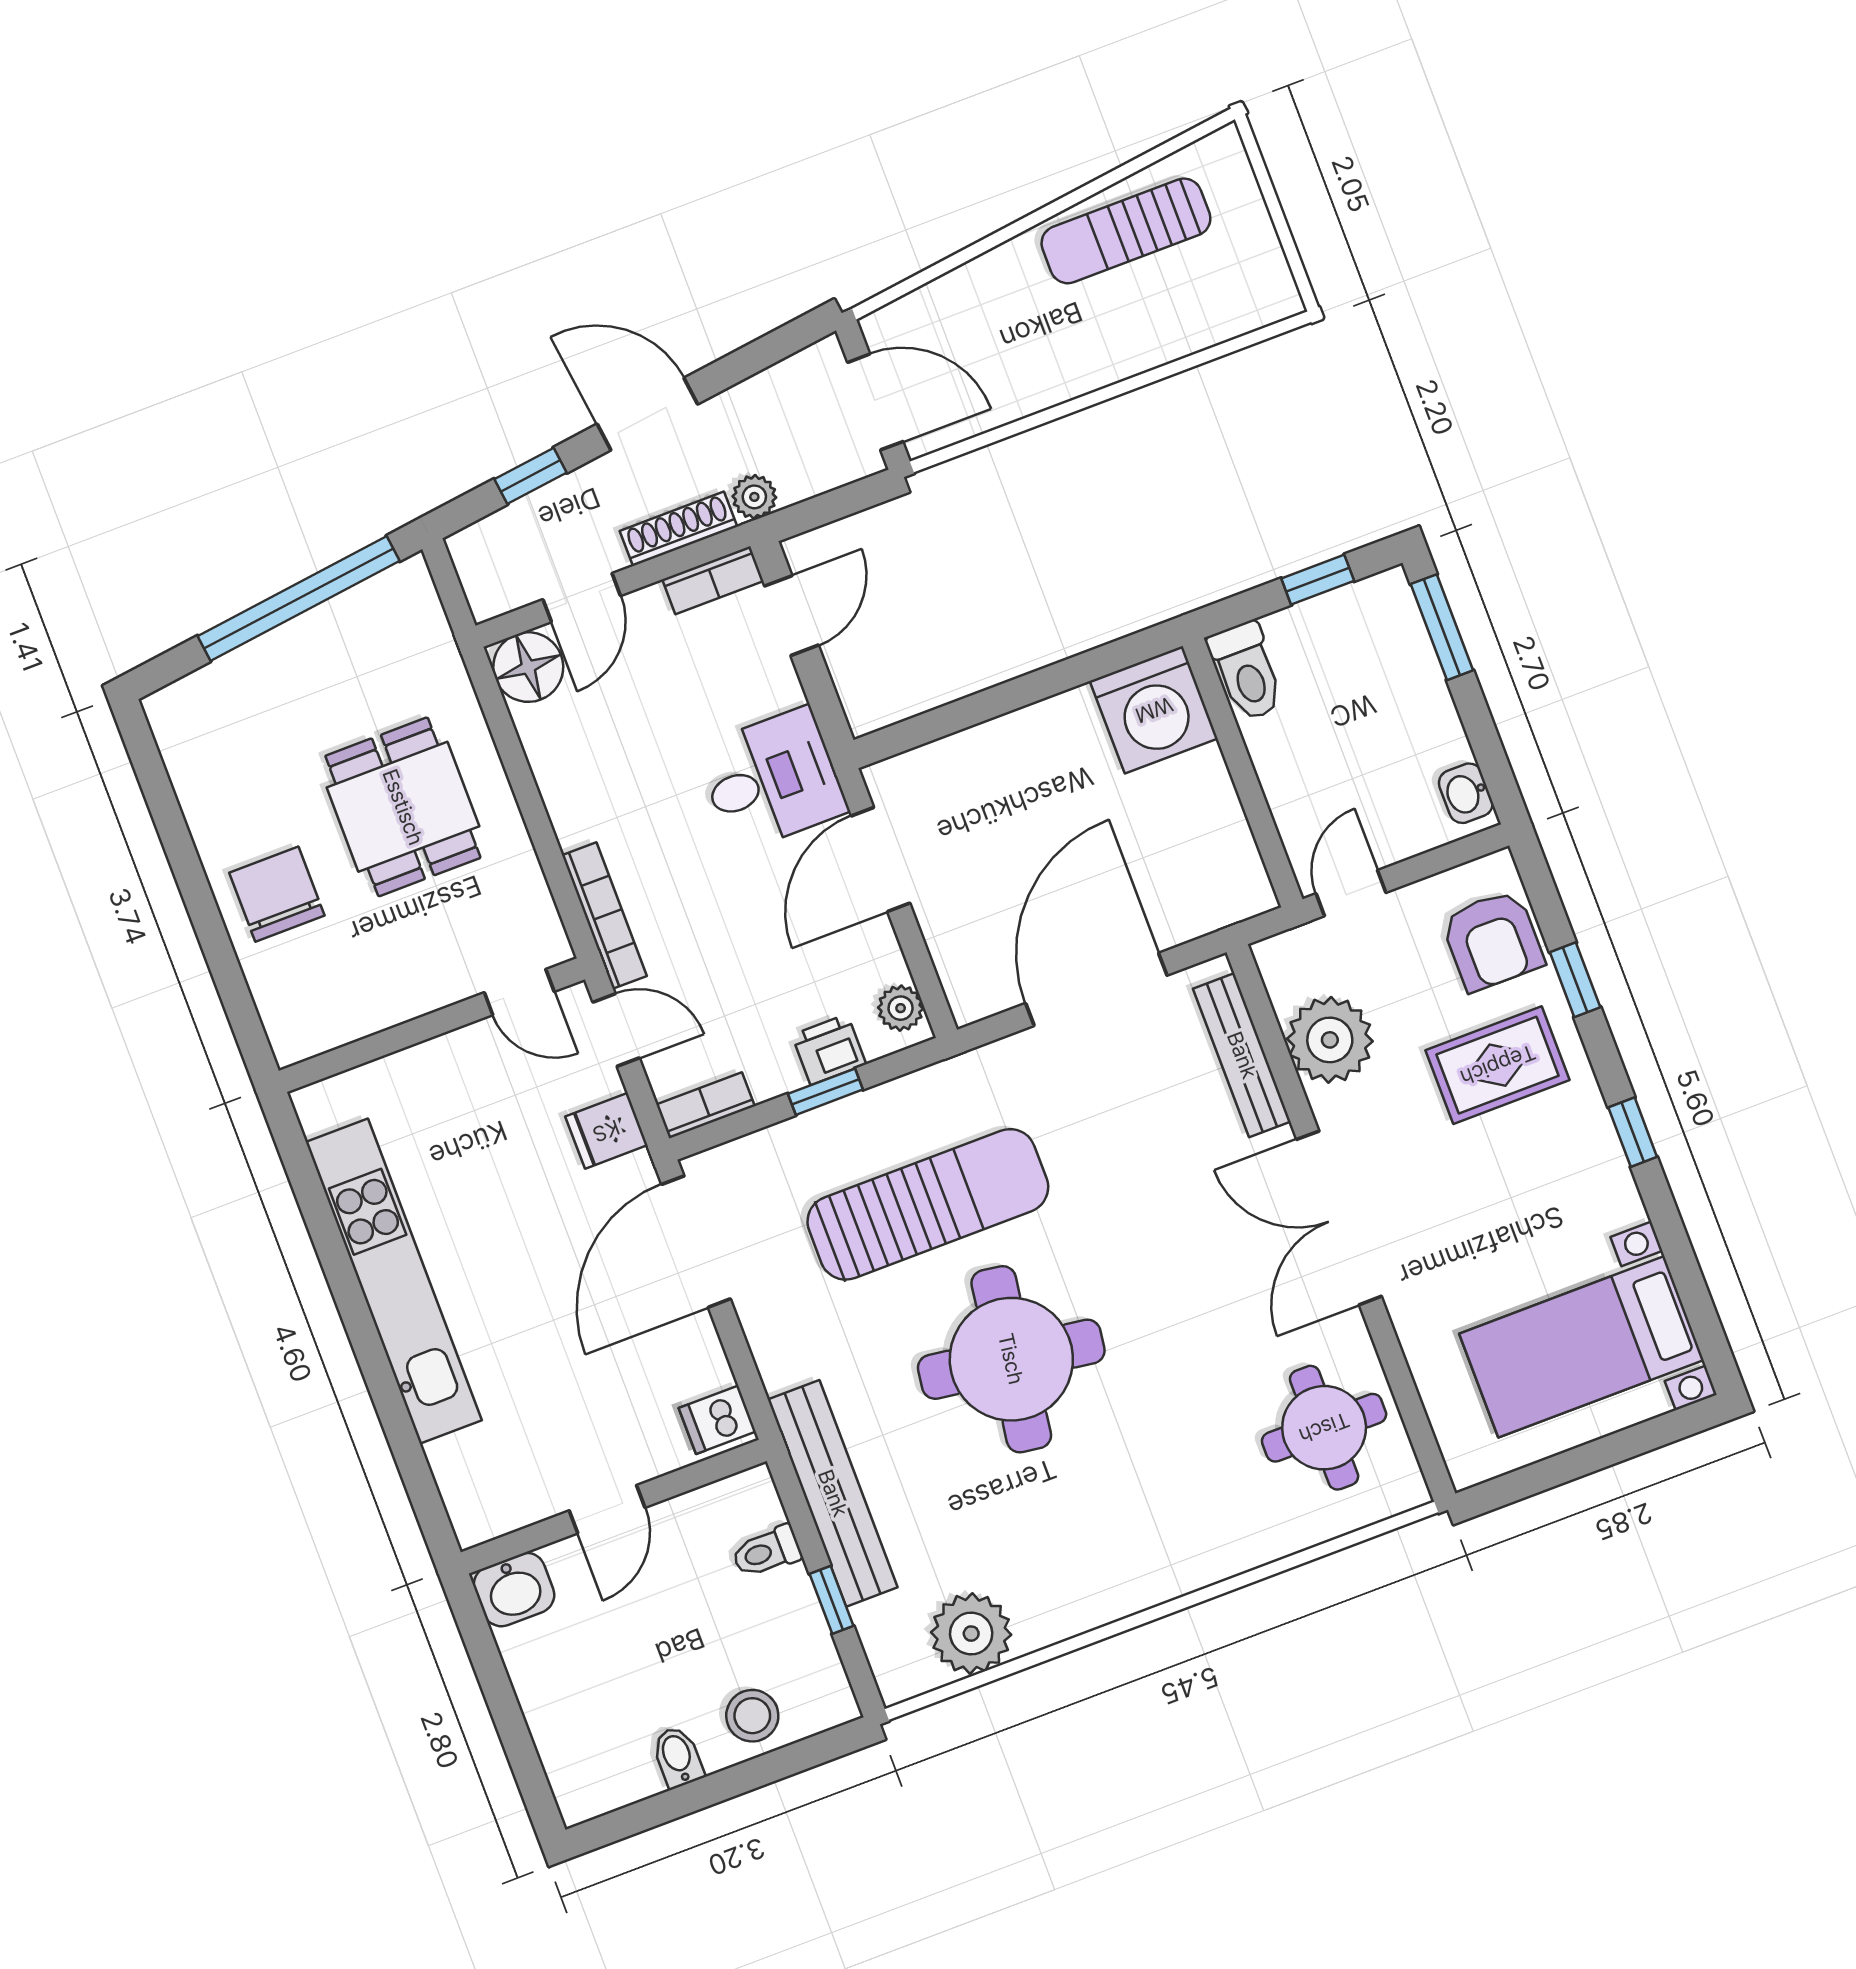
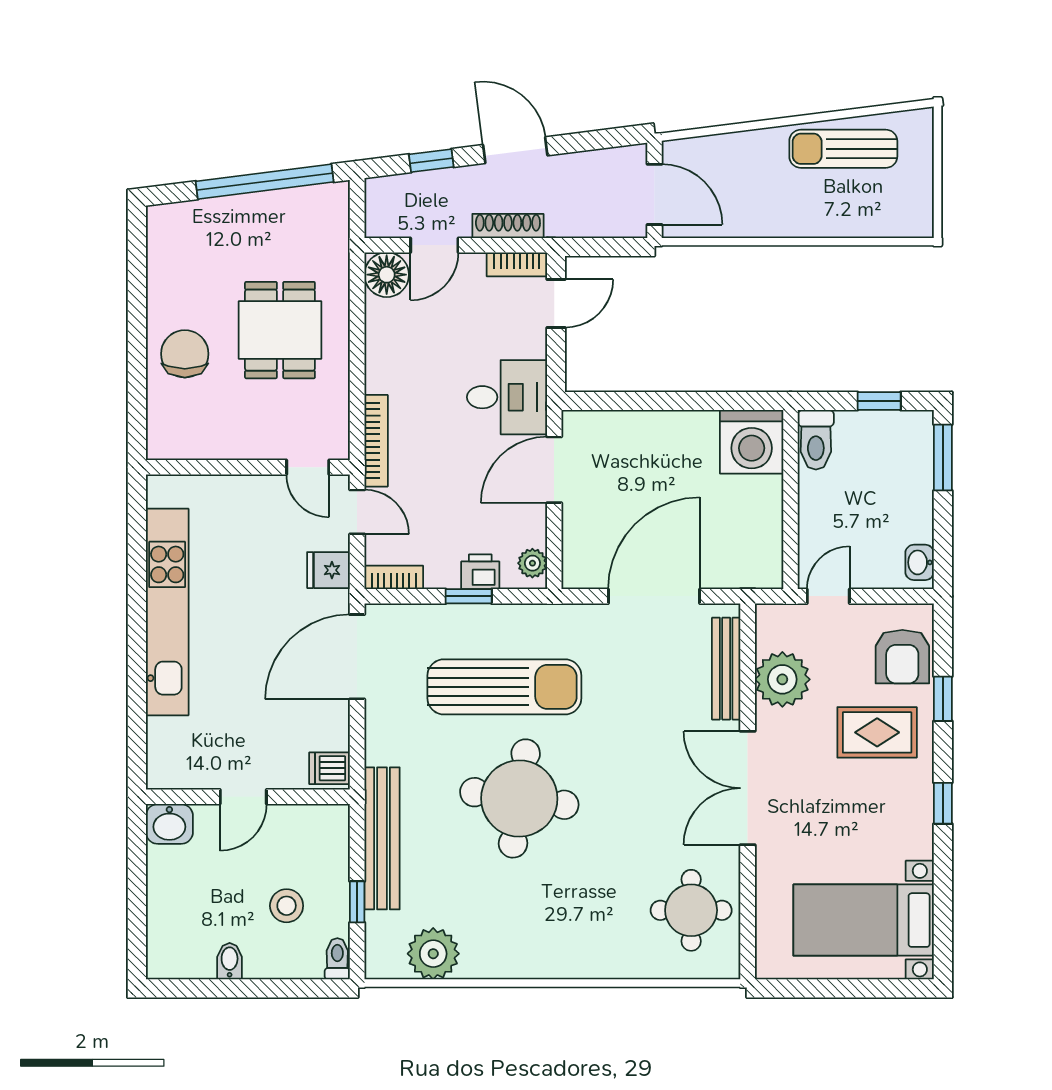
plant: (754, 497) -> (561, 224), removed
toilet: (767, 1552) -> (337, 959), moved, turned 90
stool: (752, 1716) -> (287, 906), moved

